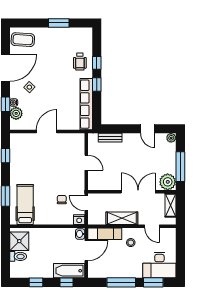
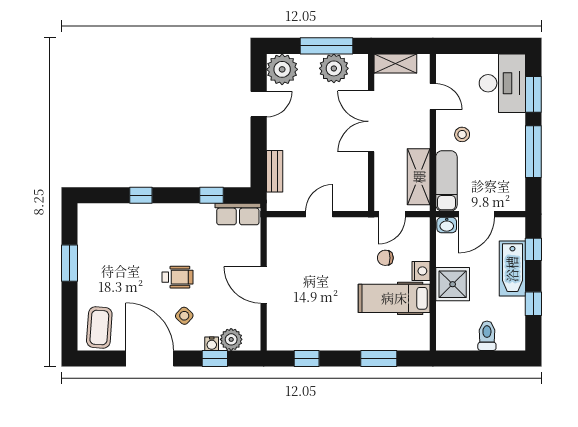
wheelchair: (80, 62) -> (177, 277), moved
window: (97, 85) -> (212, 195), moved
row of seats: (86, 104) -> (238, 214), width x0.50
plant: (171, 138) -> (282, 69), width x1.88, depth x1.88
plant: (168, 182) -> (334, 68), moved
hospital bed: (25, 205) -> (394, 298), moved
shelving: (122, 218) -> (419, 177), moved
nightstand: (79, 220) -> (421, 271), moved
door: (152, 226) -> (433, 97), hinge flipped
shower: (19, 241) -> (453, 284), moved
door: (86, 251) -> (476, 214), swing flipped
bathtub: (69, 271) -> (512, 269), moved

